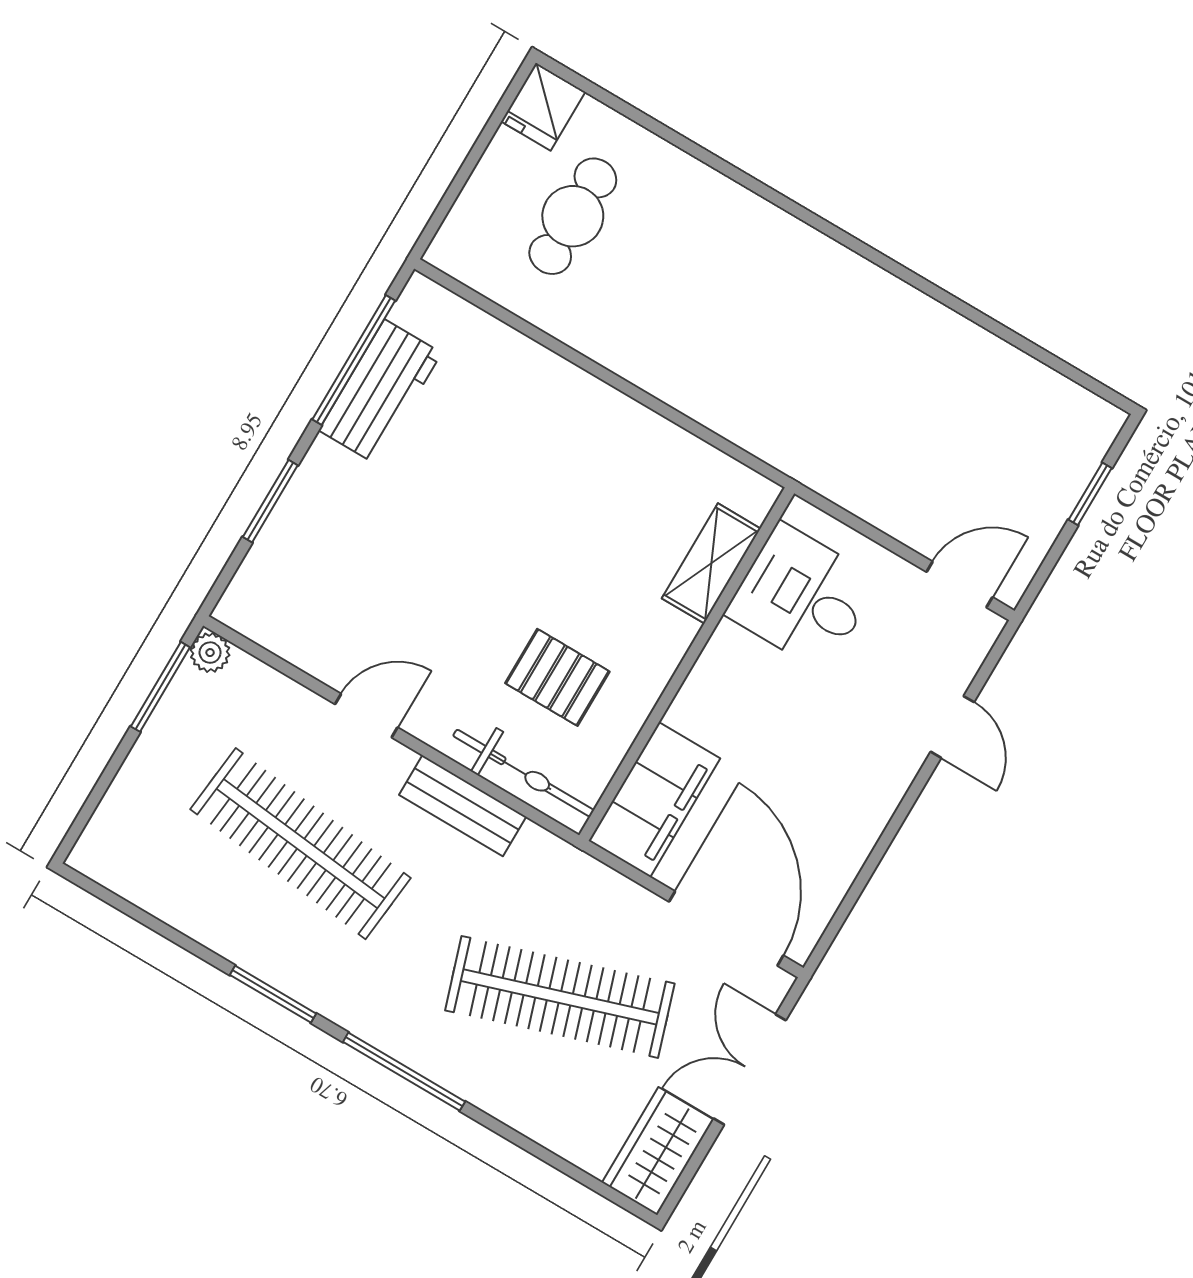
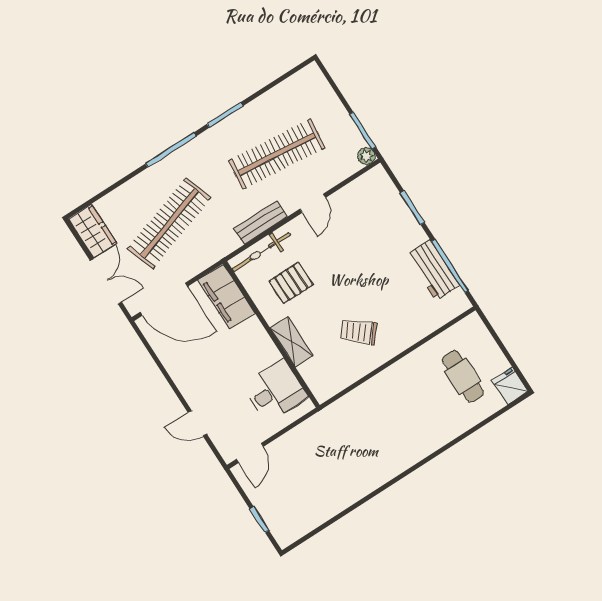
trolley: (589, 484) -> (358, 332), added
shelving: (711, 563) -> (291, 342), moved

